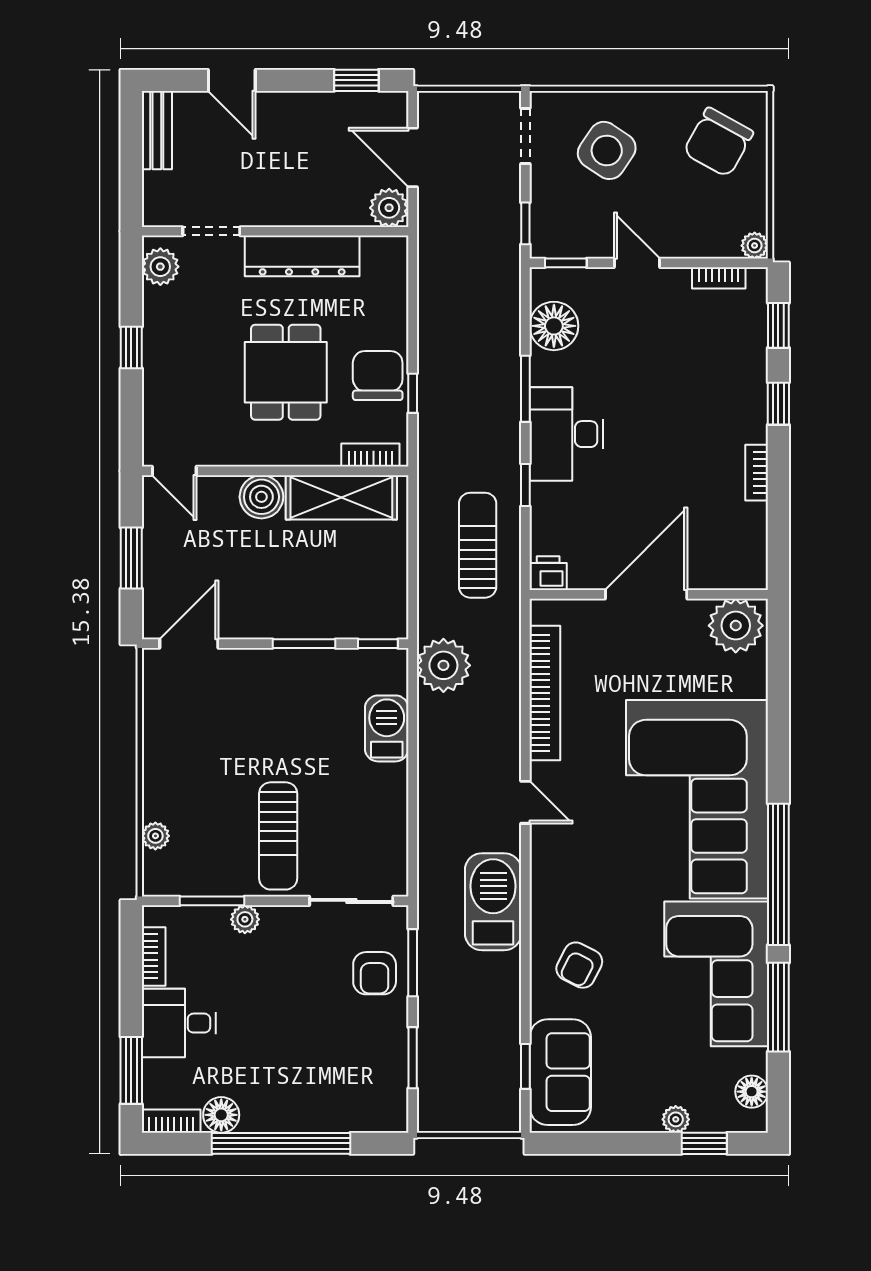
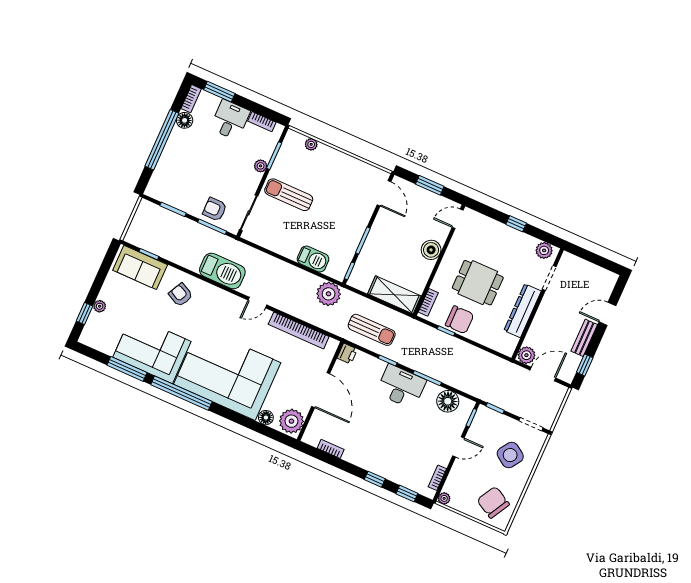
bench: (157, 130) -> (584, 338), moved, turned 90
bookcase: (757, 473) -> (331, 449), moved
shelving: (341, 497) -> (394, 295), moved, turned 90
floor lamp: (752, 1092) -> (266, 418), moved

